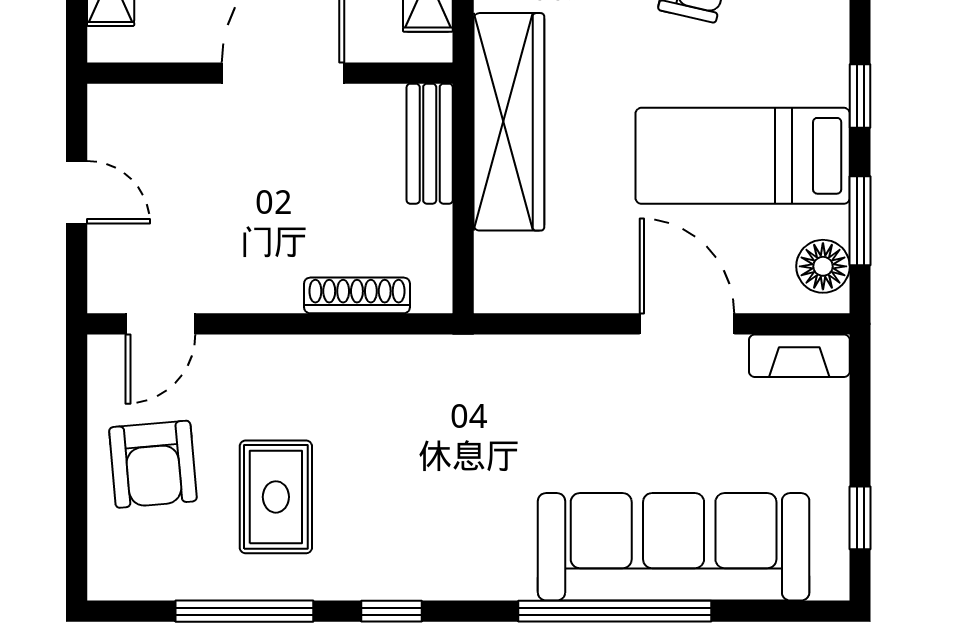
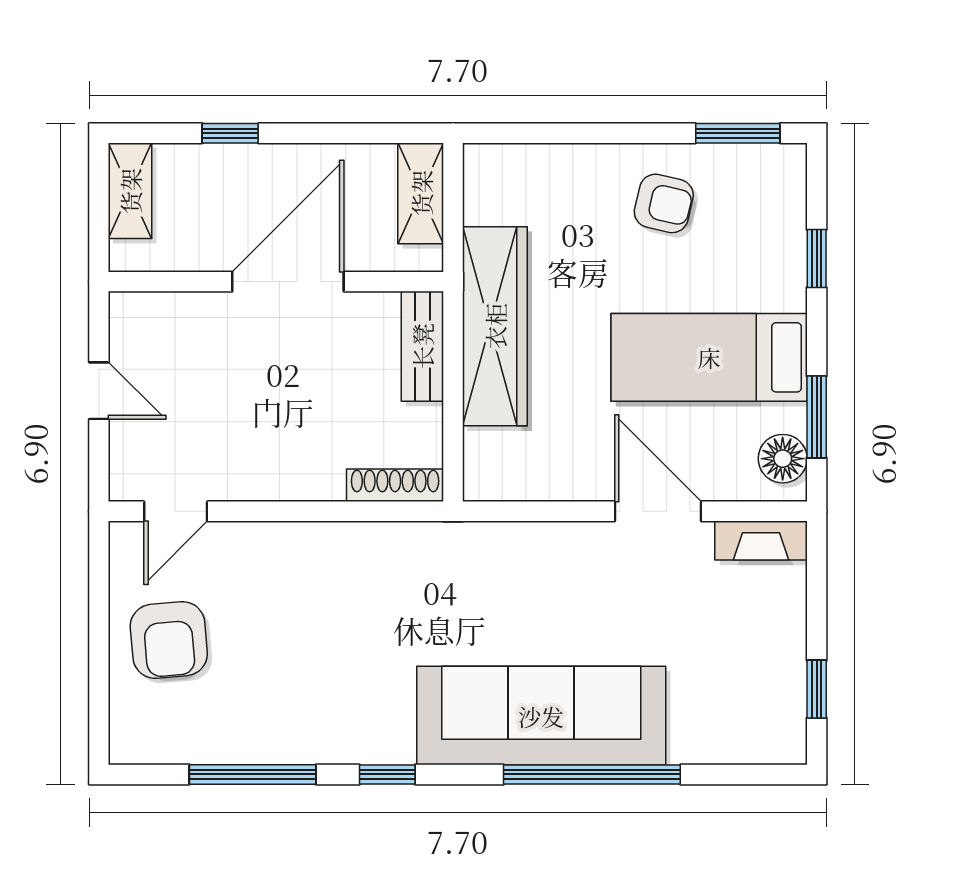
window: (860, 96) -> (817, 259), moved
shoe rack: (357, 295) -> (395, 485), moved
rug: (276, 497) -> (281, 670), removed
sofa: (674, 547) -> (541, 716), moved

